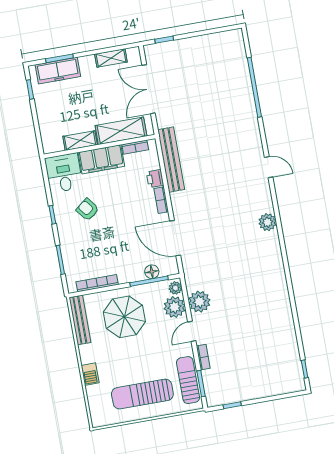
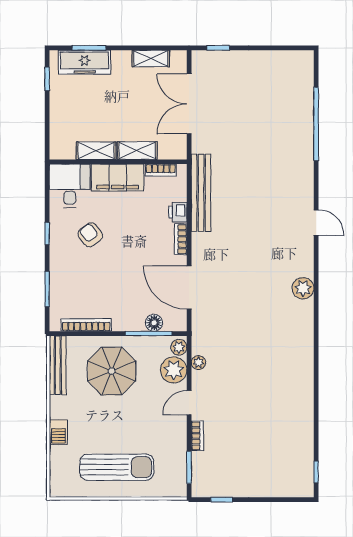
shelving: (121, 131) -> (137, 151), width x0.67, depth x0.75
plant: (199, 302) -> (198, 363), width x0.53, depth x0.53
sun lounger: (188, 380) -> (174, 460), removed
sun lounger: (142, 394) -> (117, 467), turned 180

